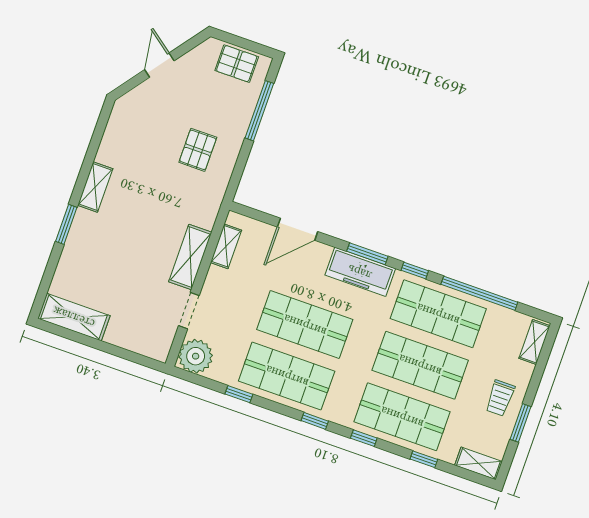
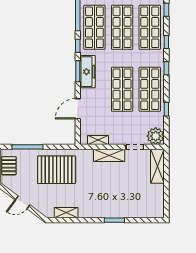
pallet: (198, 150) -> (57, 170), width x2.05, depth x2.00
shelving: (95, 187) -> (66, 213), moved
door: (298, 229) -> (78, 109), swing flipped
shelving: (74, 317) -> (157, 166), moved

